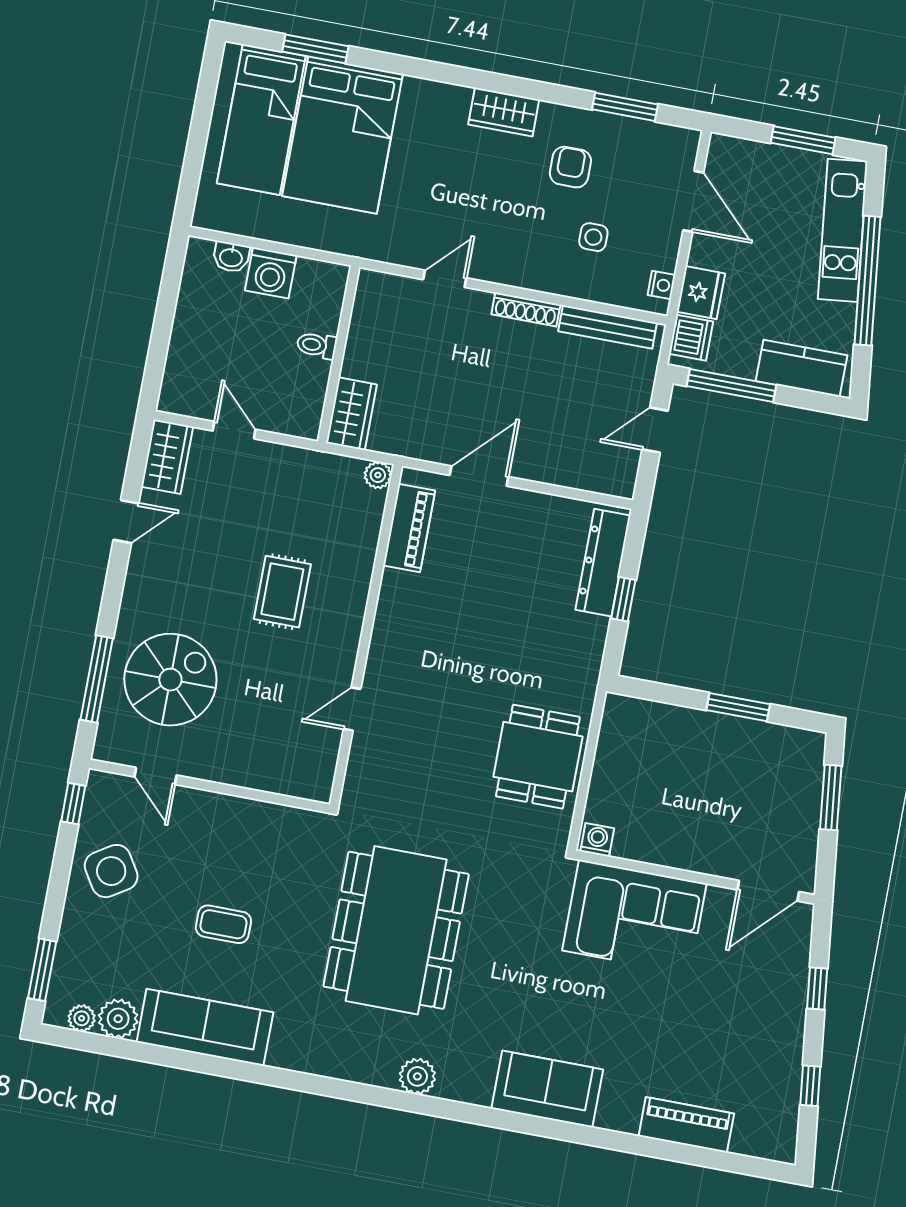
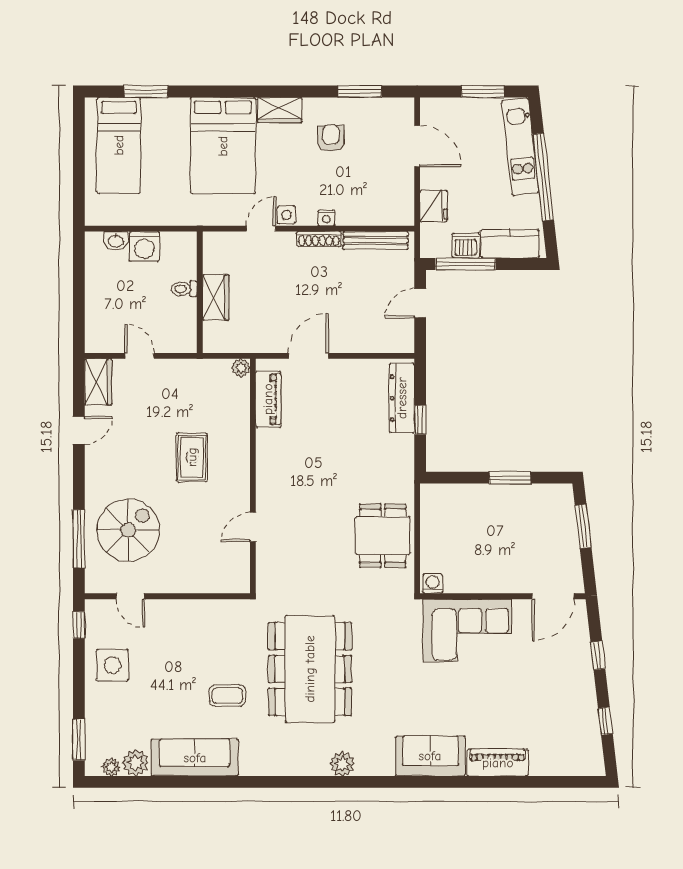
bed: (342, 135) -> (223, 146), moved
side table: (593, 237) -> (286, 215), moved
nightstand: (662, 285) -> (326, 218), moved, turned 90
dishwasher: (691, 338) -> (466, 246), moved, turned -90
wardrobe: (352, 414) -> (216, 297), moved
side table: (111, 871) -> (113, 665), turned 32
coffee table: (223, 924) -> (227, 695), moved
piano: (686, 1125) -> (498, 763), moved

